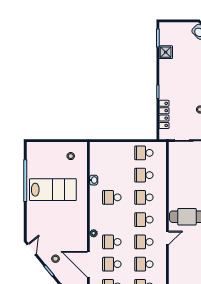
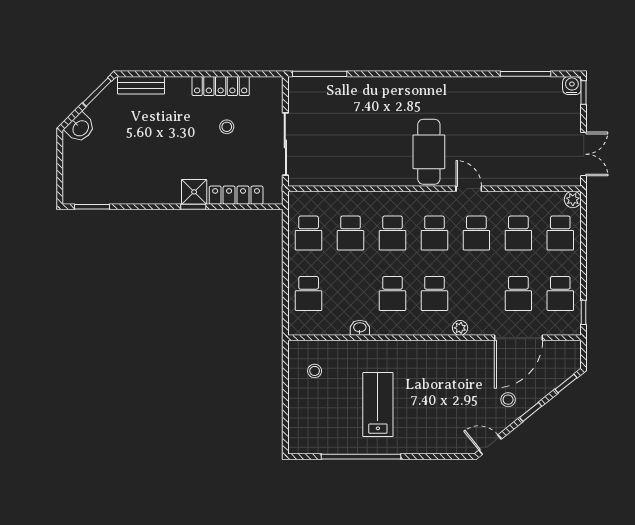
shower: (166, 52) -> (194, 192), moved
school desk: (112, 153) -> (309, 293), added
lab bench: (53, 190) -> (378, 405), width x0.73, depth x0.72
school desk: (112, 242) -> (434, 293), moved

